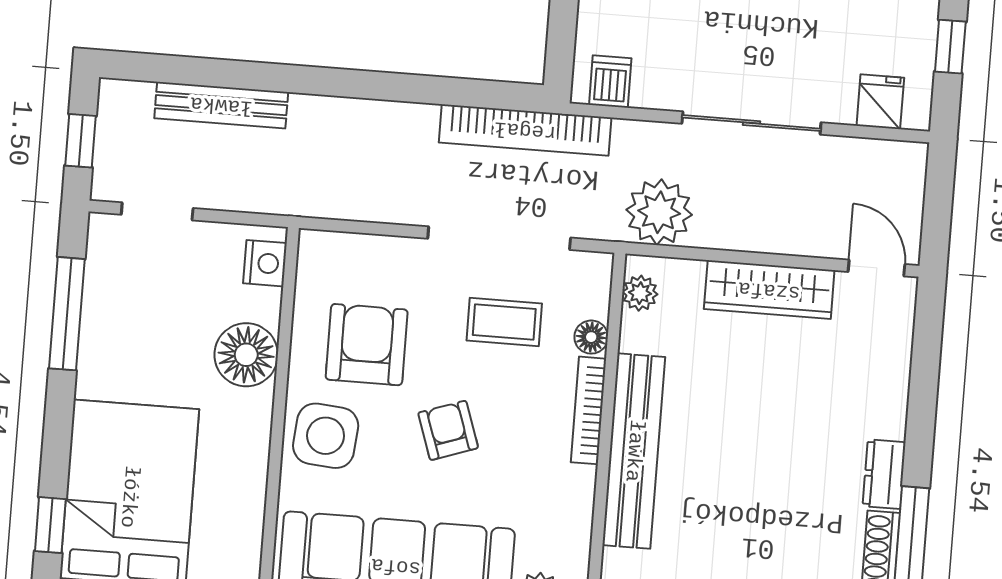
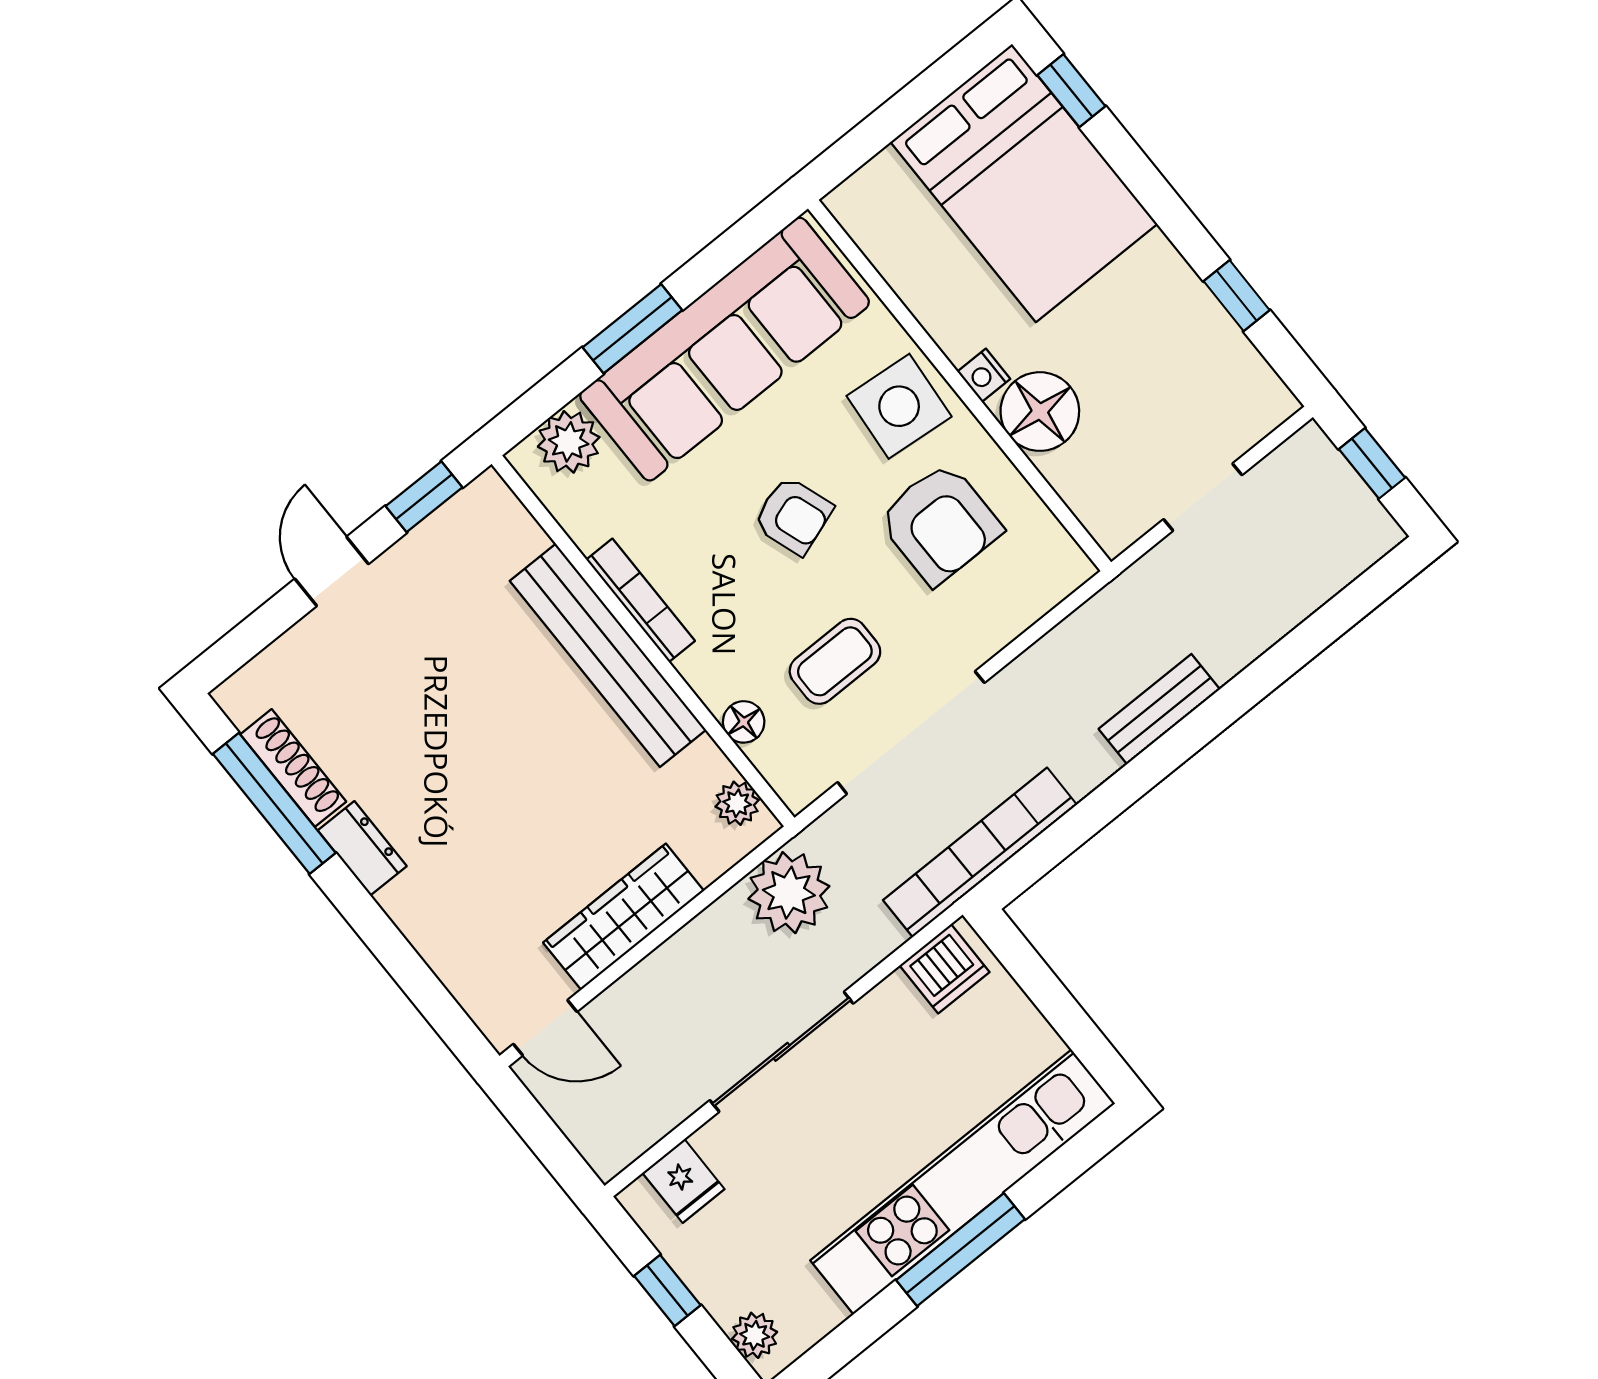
dishwasher: (610, 82) -> (944, 969), width x1.38
bench: (221, 105) -> (1159, 709), moved, width x0.73
doorway: (157, 211) -> (1203, 497), moved
nightstand: (265, 263) -> (984, 375), moved, width x0.72, depth x0.74
window: (67, 314) -> (1237, 296), width x0.46
bookcase: (589, 410) -> (641, 600), moved

